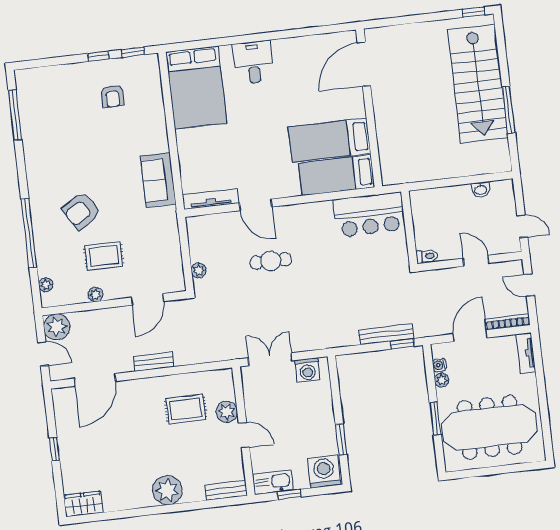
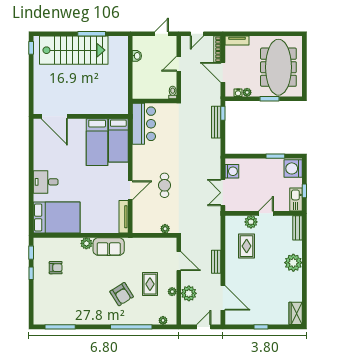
plant: (159, 142) -> (86, 243), added
plant: (57, 327) -> (189, 293), moved

